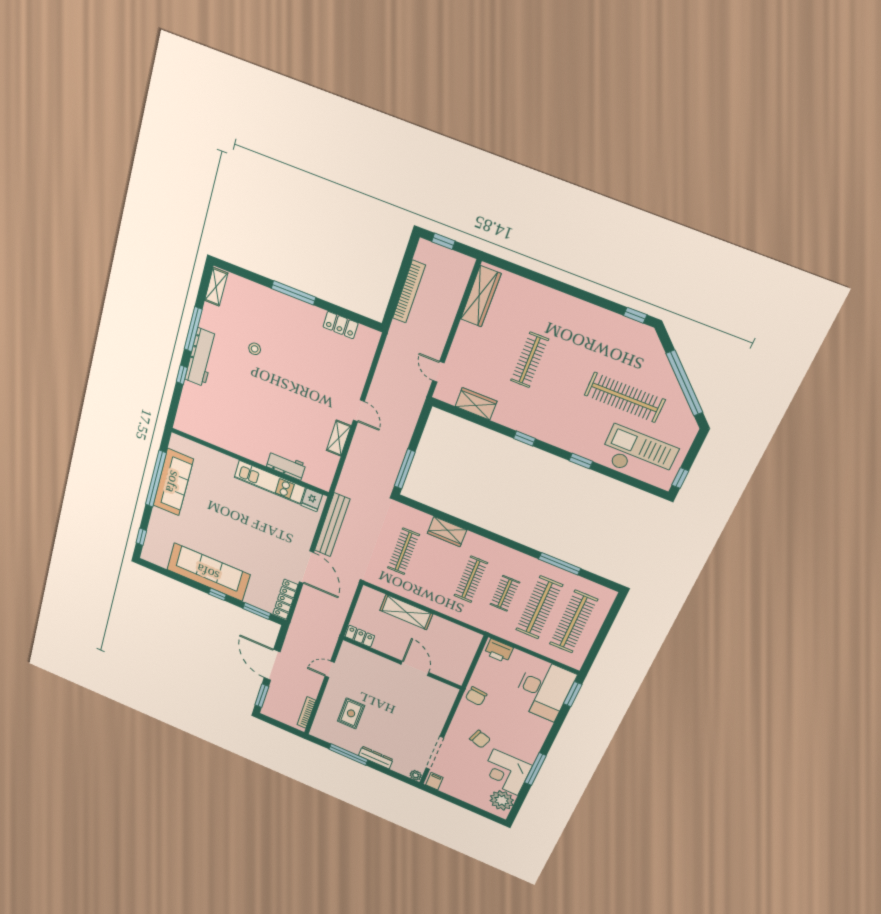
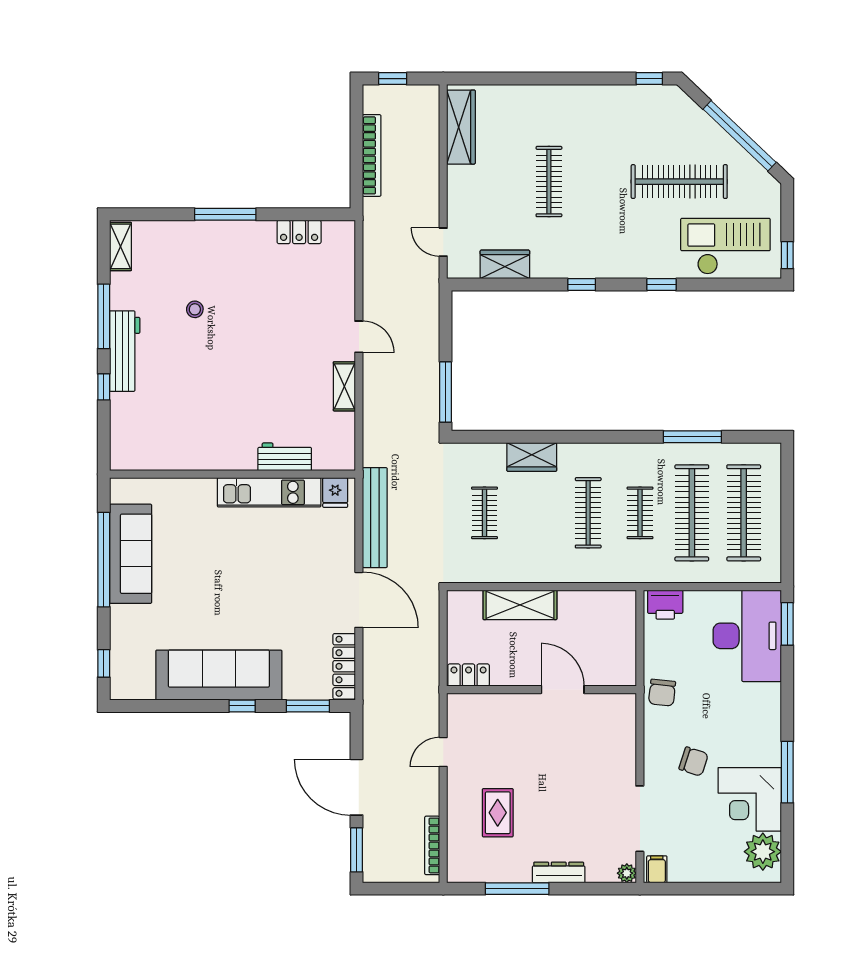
clothes rail: (403, 551) -> (484, 513), width x0.73

